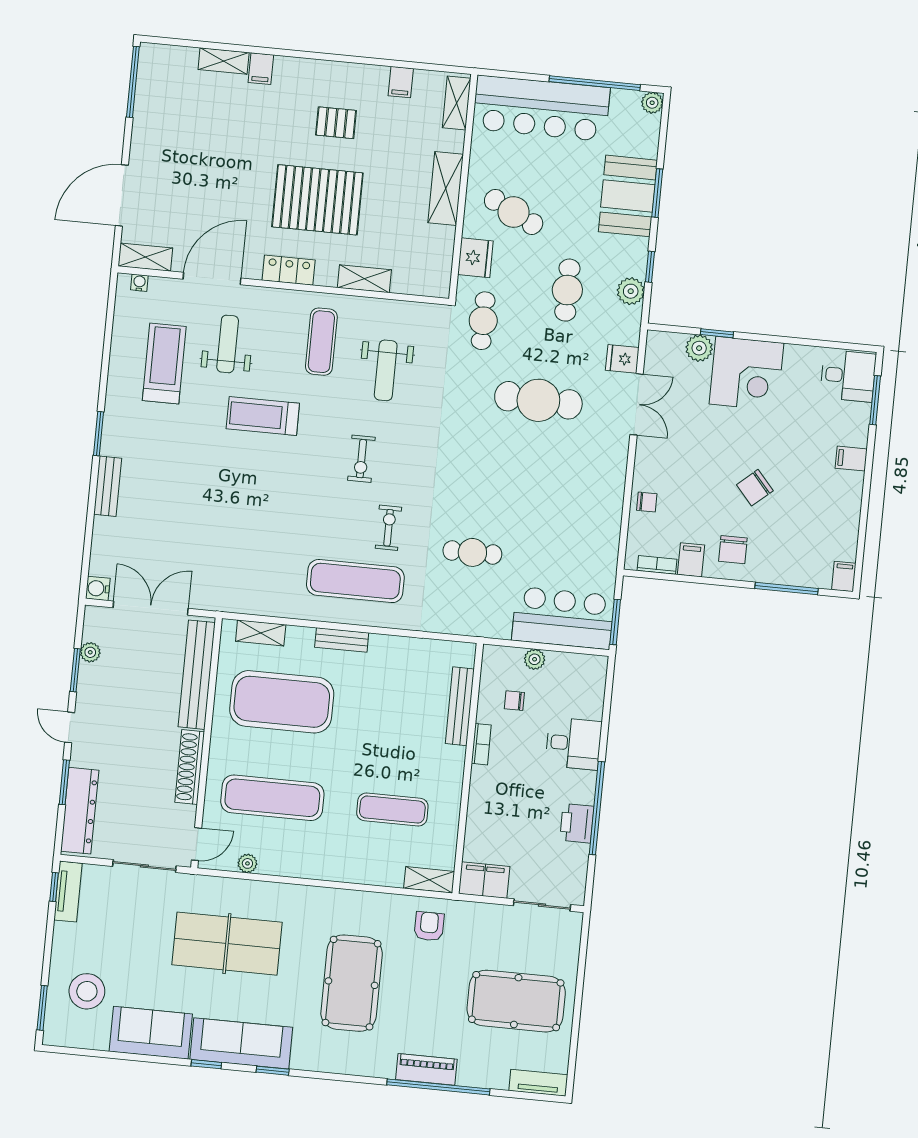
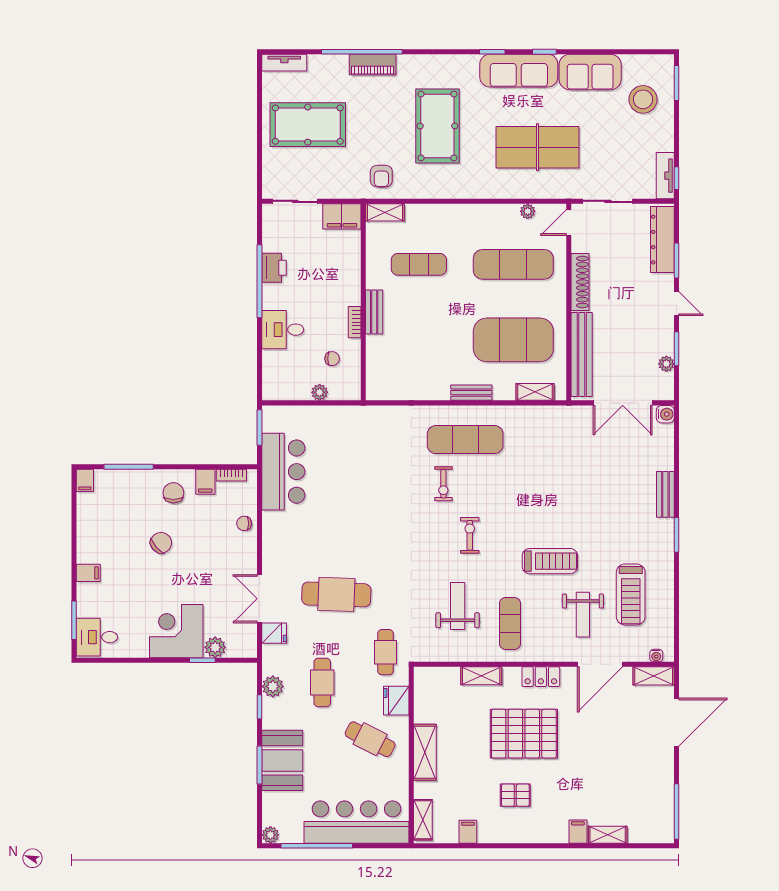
cafe table: (472, 552) -> (376, 471), removed
bar counter: (563, 618) -> (283, 472), moved, turned -90
bench: (460, 706) -> (374, 312), moved, width x0.73

